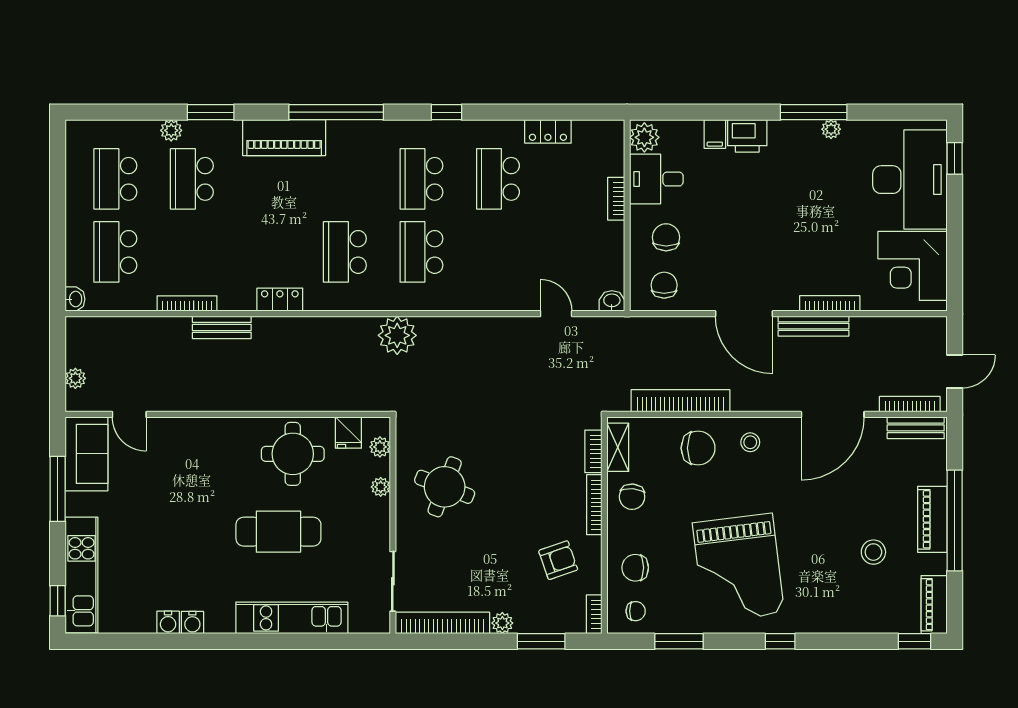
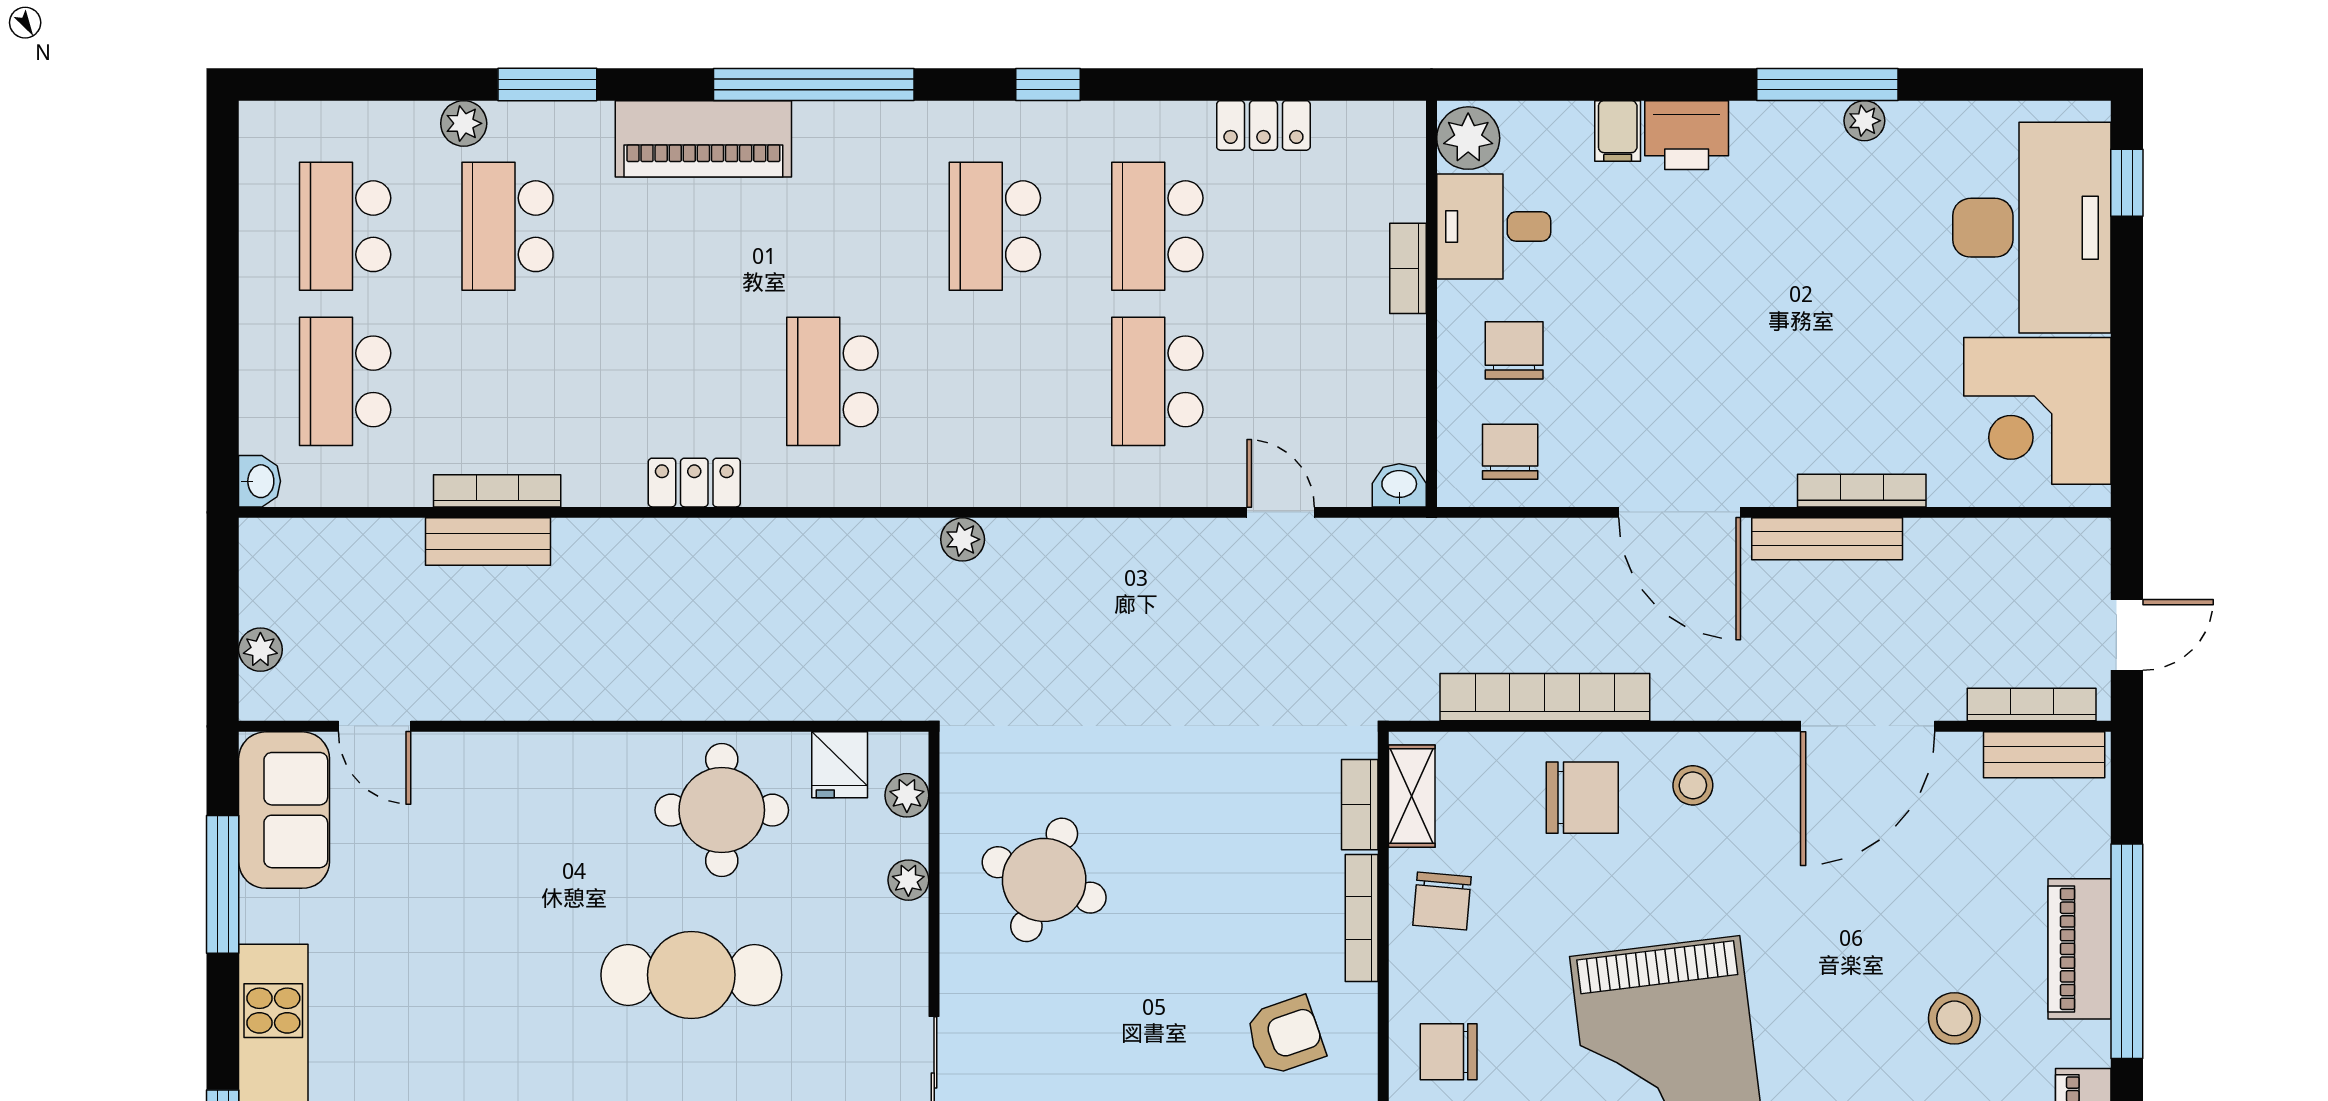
school desk: (421, 252) -> (1157, 381), moved
bench: (222, 327) -> (488, 542), moved
plant: (397, 335) -> (963, 539), width x0.53, depth x0.53

